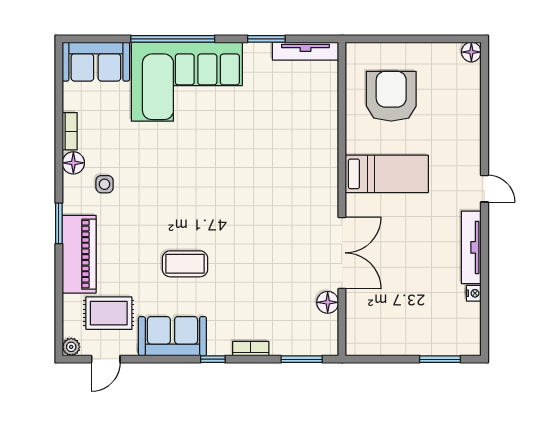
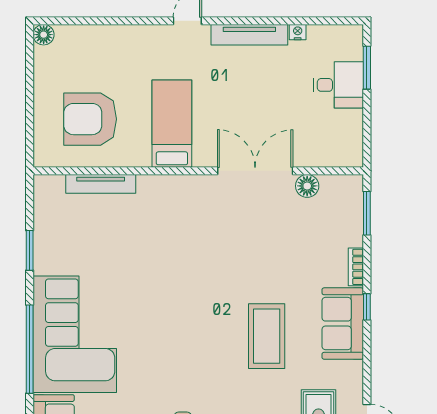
tv unit: (305, 51) -> (101, 184), moved, turned 90
coffee table: (185, 264) -> (267, 336), width x1.36, depth x1.32
desk: (424, 332) -> (338, 85), added
sofa: (172, 336) -> (343, 324), moved

